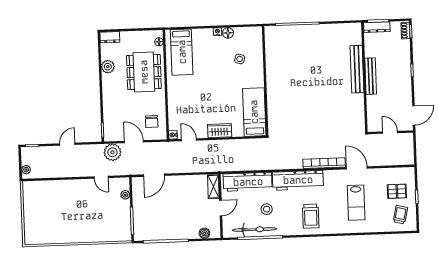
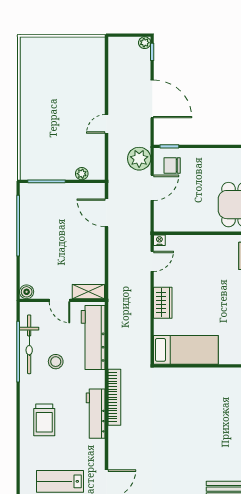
chair: (152, 121) -> (172, 165), moved
door: (67, 144) -> (152, 99), width x1.88
bookcase: (324, 163) -> (114, 397), moved
plant: (26, 170) -> (145, 43), moved
door: (101, 177) -> (106, 124), moved
workbench: (298, 180) -> (96, 414), width x0.73, depth x0.76
trolley: (311, 216) -> (44, 420), turned -90
boiler: (204, 233) -> (27, 292), moved

